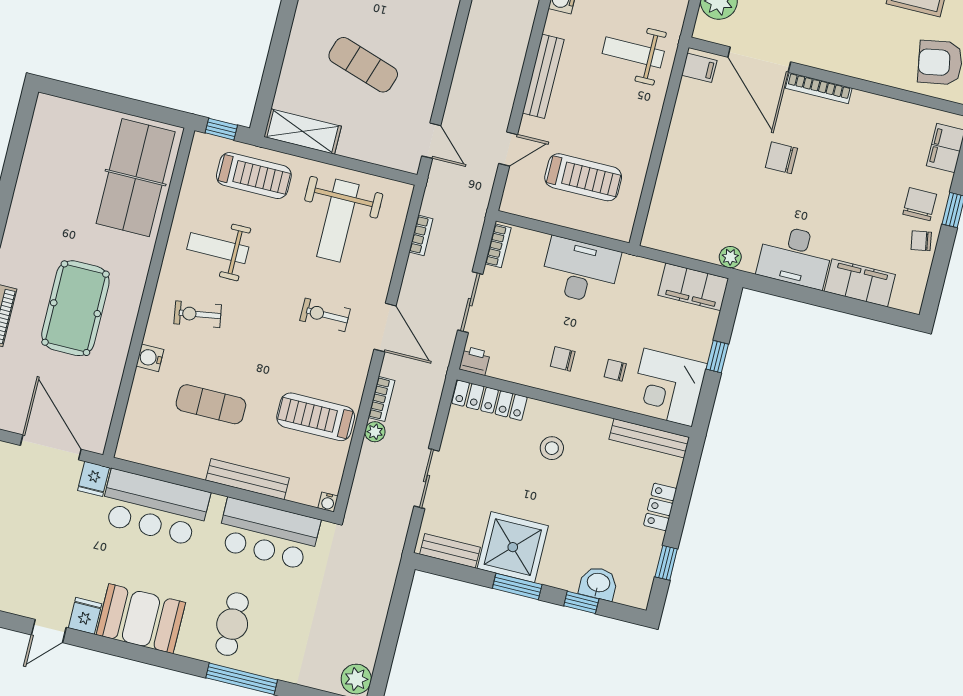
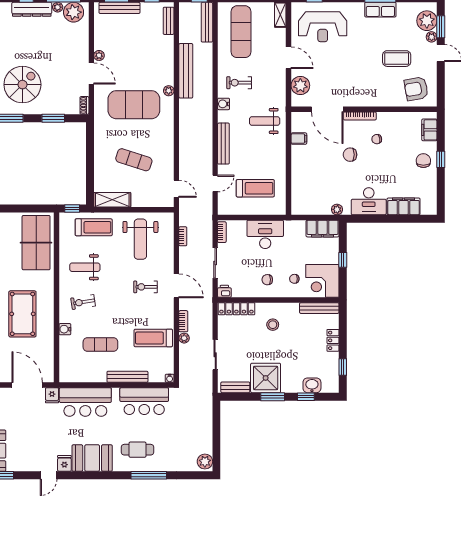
filing cabinet: (699, 68) -> (299, 139), moved
chair: (921, 241) -> (377, 139), moved
cafe table: (232, 624) -> (137, 450), turned 90

